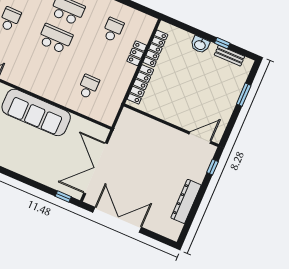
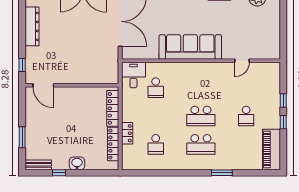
bench: (229, 56) -> (38, 165), moved
desk: (105, 109) -> (133, 75), added
door: (200, 138) -> (43, 85), hinge flipped

